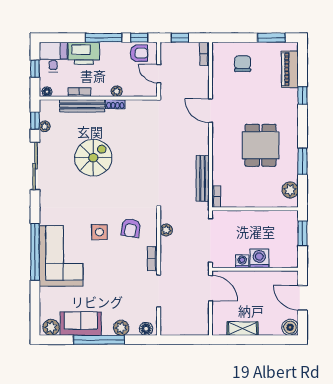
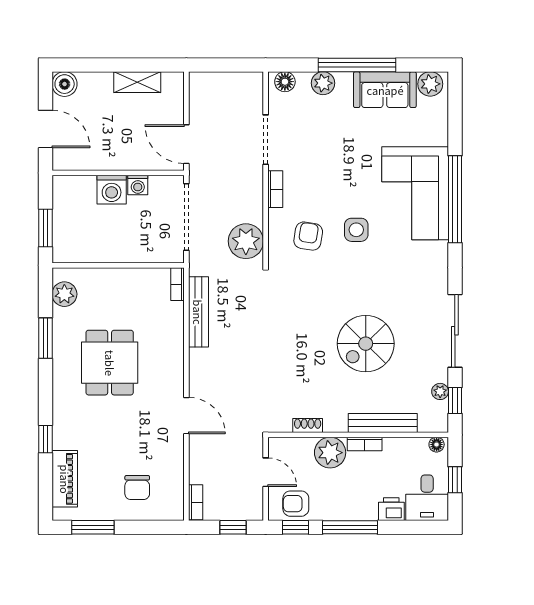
printer: (84, 53) -> (391, 509), width x0.53, depth x0.68
plant: (117, 91) -> (330, 453), width x1.87, depth x1.87
bookcase: (79, 92) -> (365, 444), moved
shoe rack: (115, 104) -> (308, 425), moved
plant: (166, 230) -> (246, 241), width x1.88, depth x1.88

